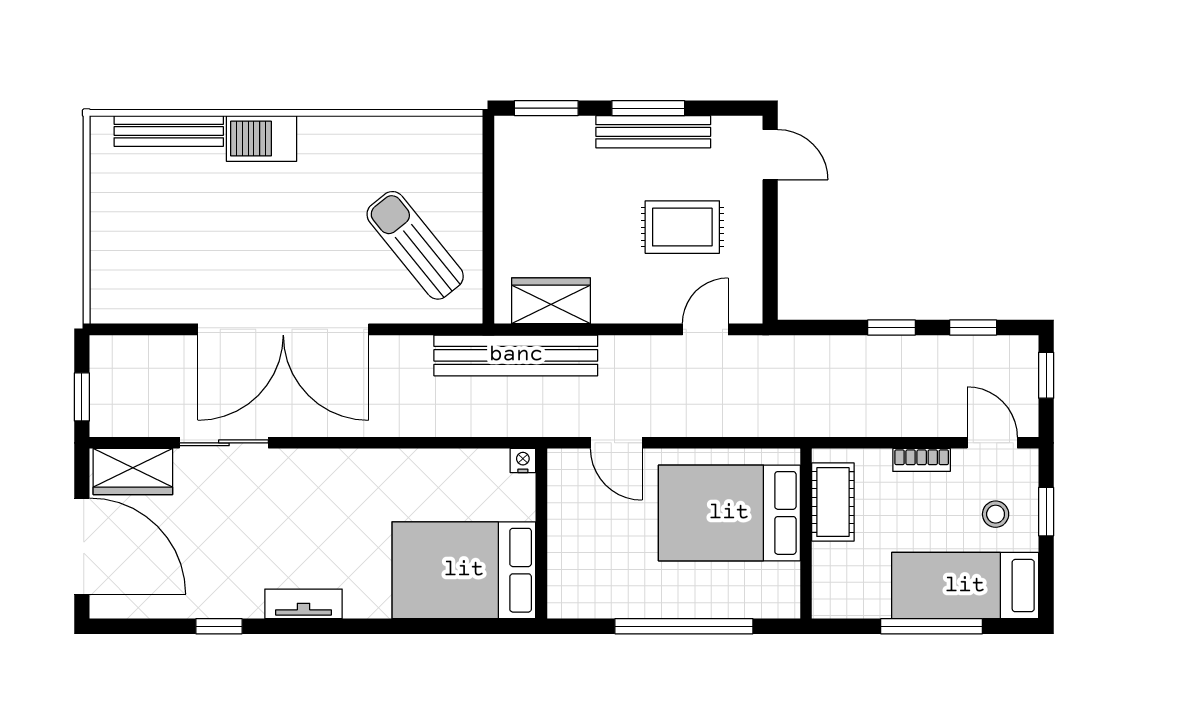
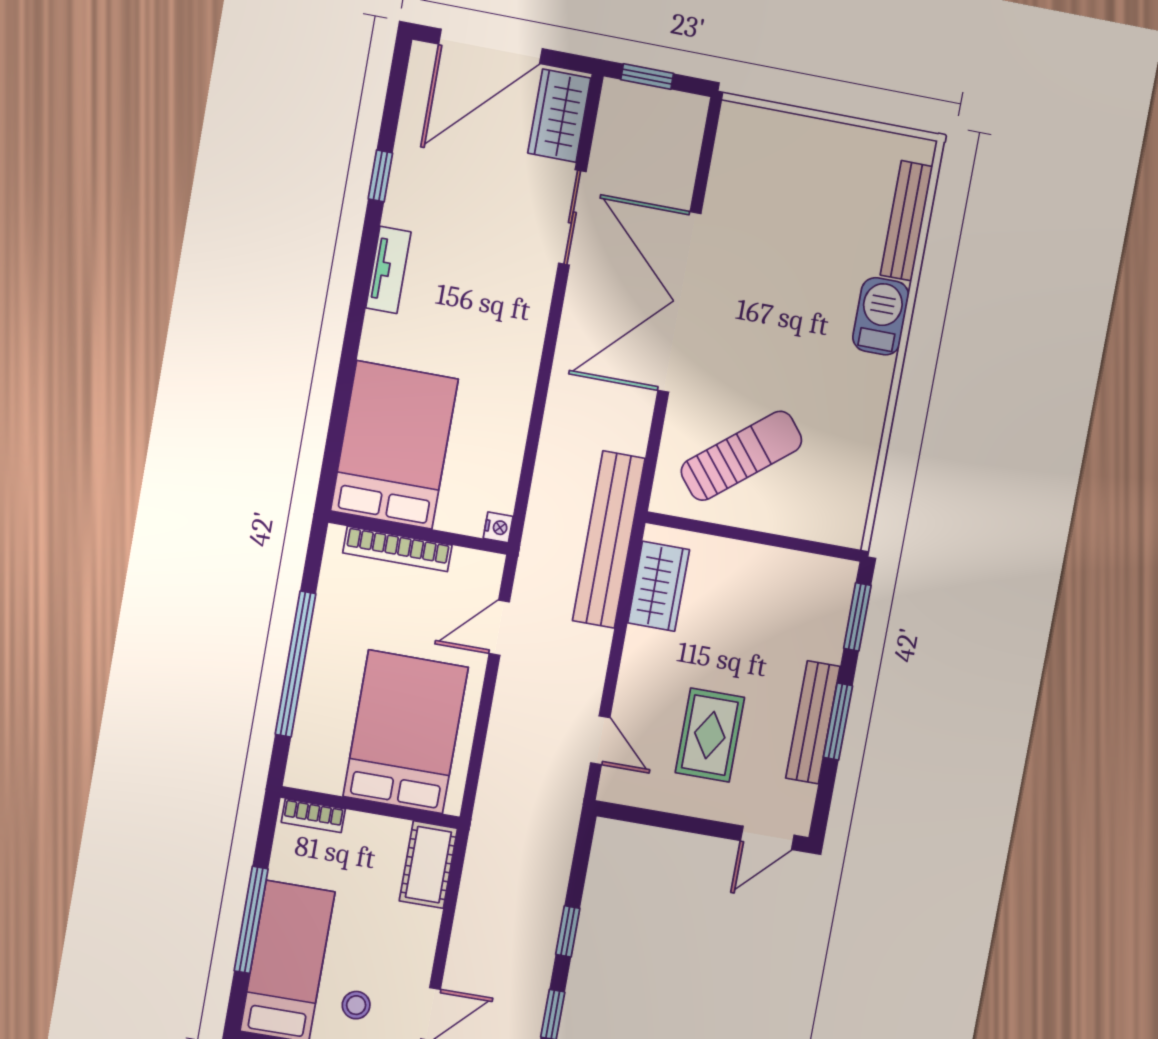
bookcase: (922, 460) -> (313, 816), moved, turned -90
cot: (833, 502) -> (428, 865), moved, turned 90
bookcase: (560, 550) -> (397, 549), added

